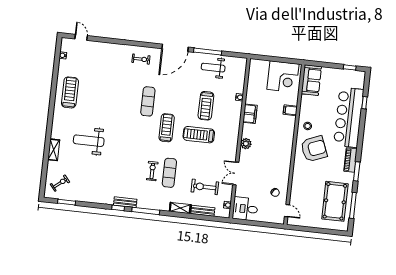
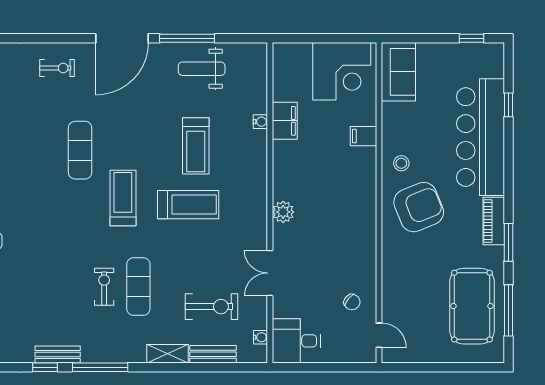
filing cabinet: (250, 114) -> (285, 121), moved
treadmill: (199, 135) -> (188, 205), turned 180
exercise bike: (205, 187) -> (212, 307), turned 180

